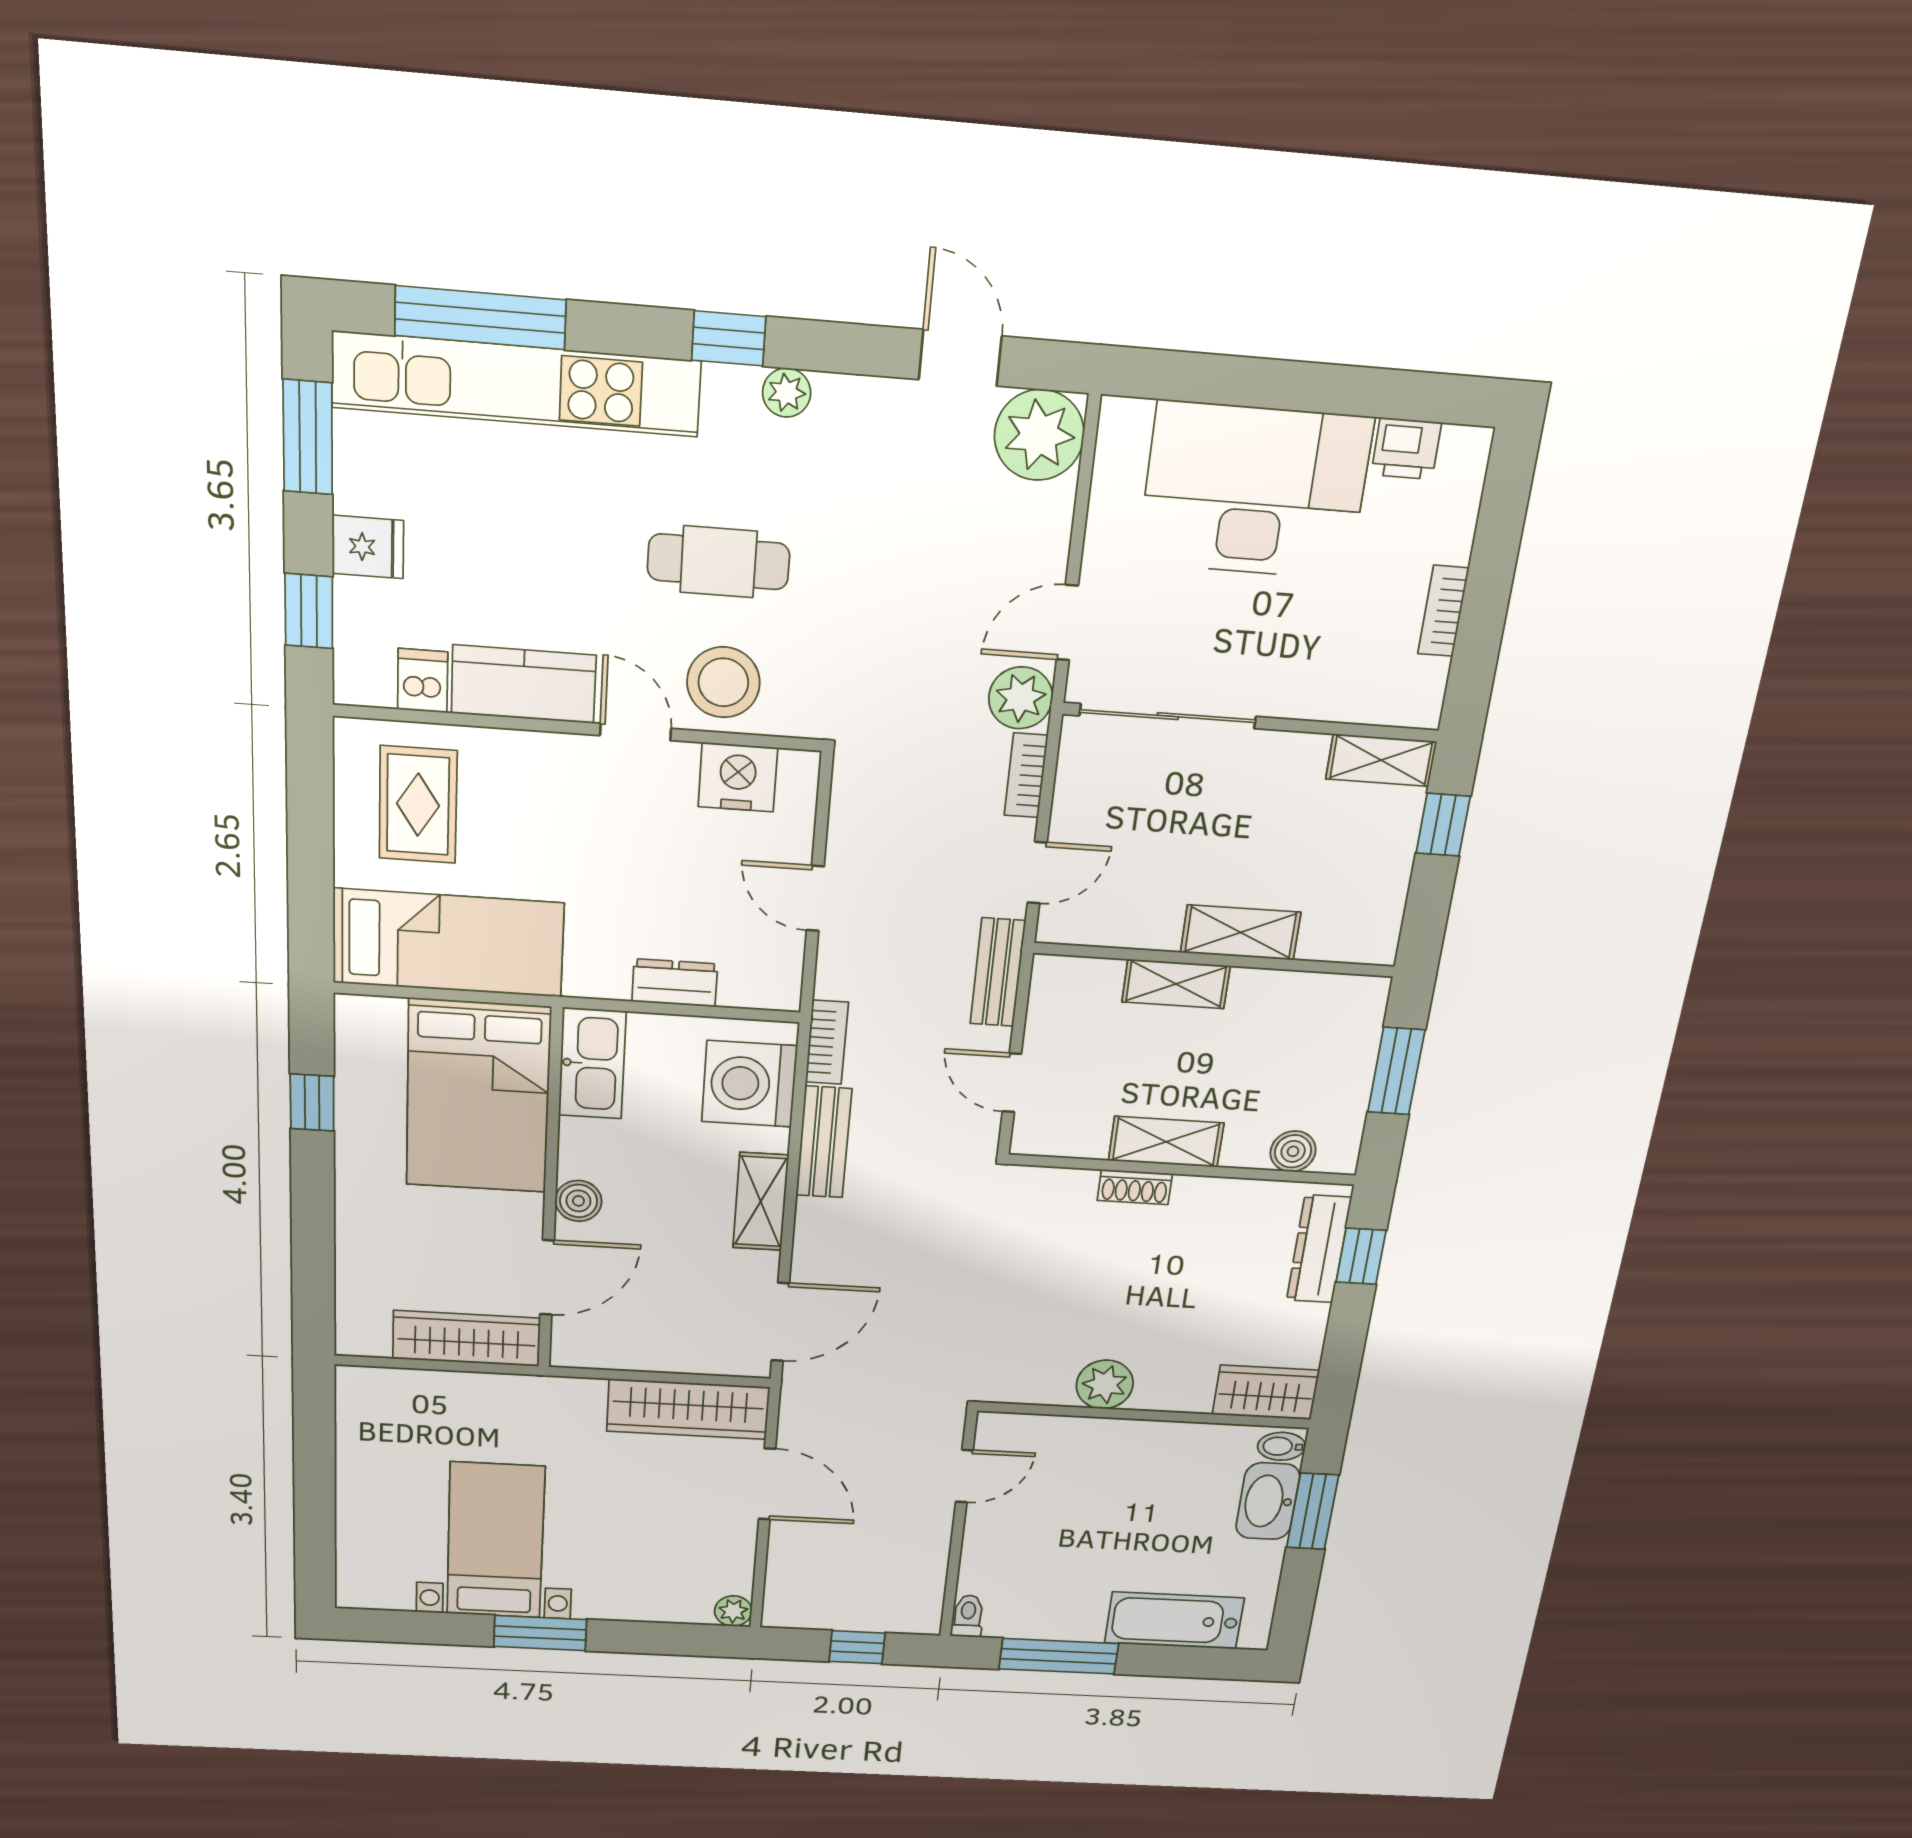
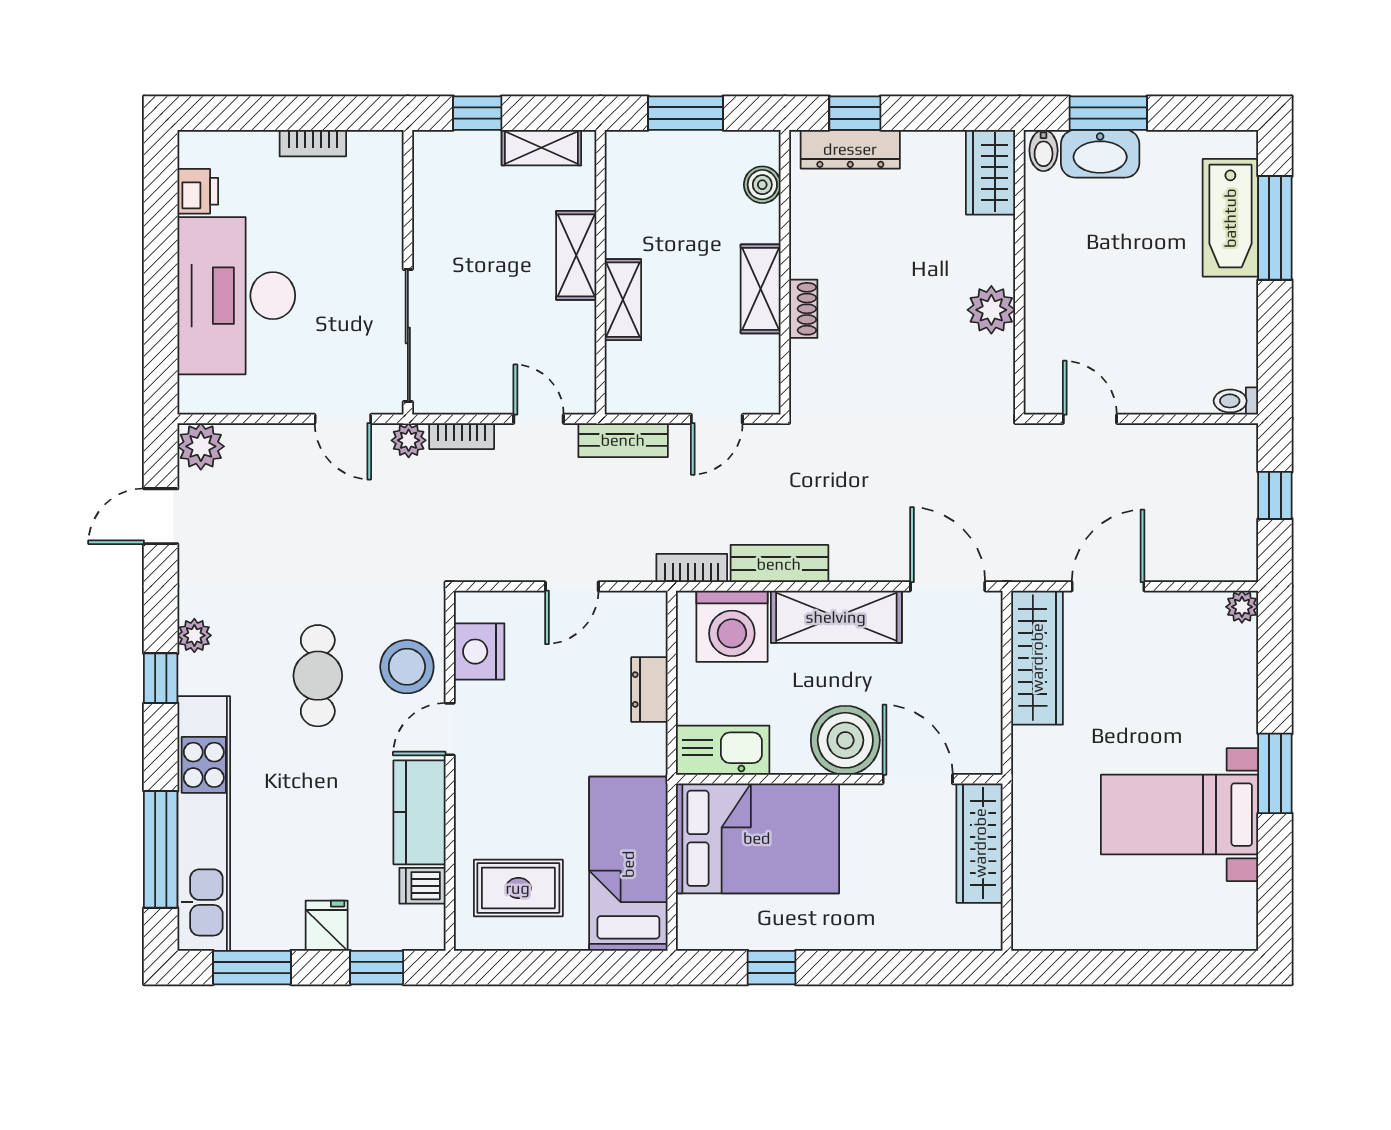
plant: (1039, 435) -> (201, 446), width x0.73, depth x0.73
plant: (1021, 698) -> (409, 440), width x0.73, depth x0.73
shelving: (1381, 760) -> (541, 148), moved, turned 90
boiler: (578, 1201) -> (845, 740), width x1.86, depth x1.86
shelving: (761, 1202) -> (836, 617), width x1.50, depth x1.33
window: (1059, 1656) -> (1275, 228), moved

